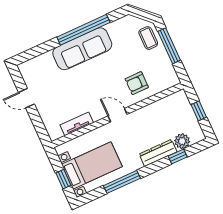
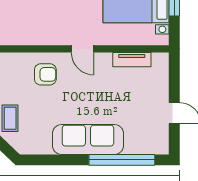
window: (83, 30) -> (122, 160), moved

